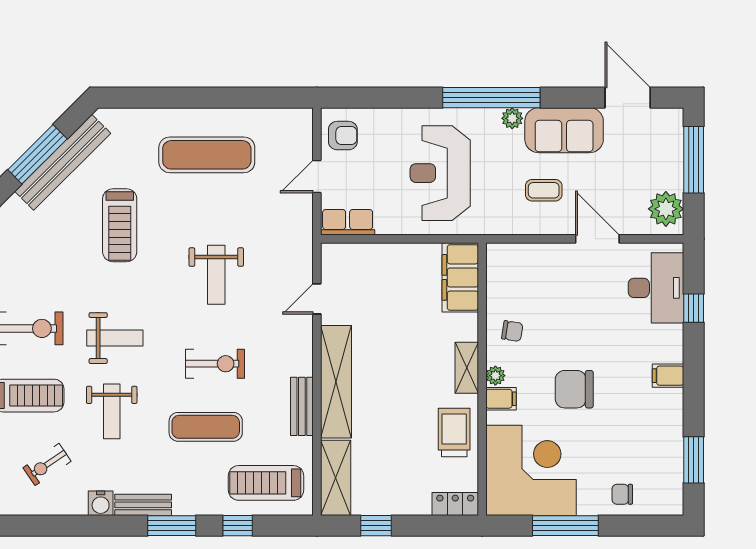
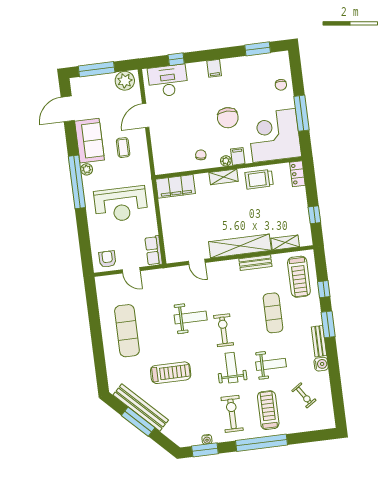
exercise bike: (215, 364) -> (223, 330), moved
shelving: (336, 478) -> (285, 243), width x0.67, depth x0.75

